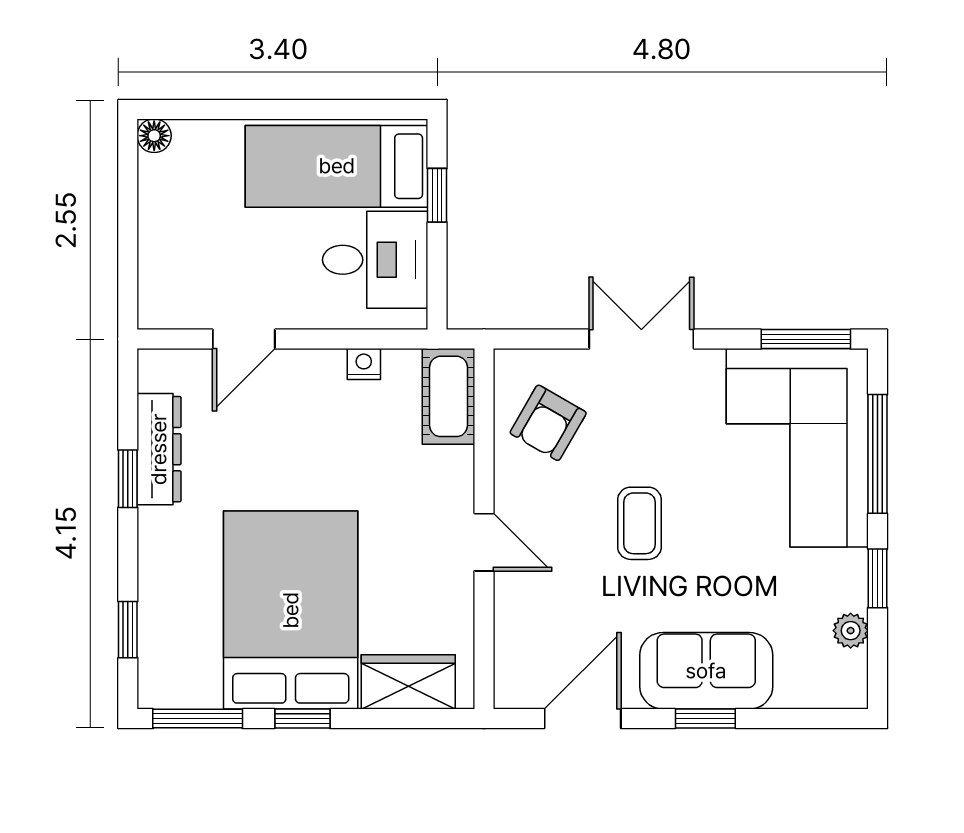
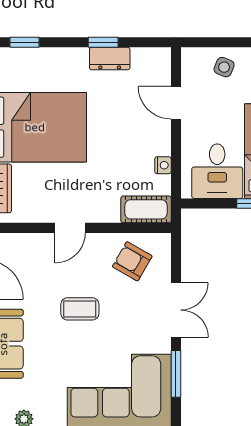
side table: (175, 247) -> (224, 67), added
window: (806, 339) -> (176, 374), moved
dresser: (159, 449) -> (110, 59), width x0.70

